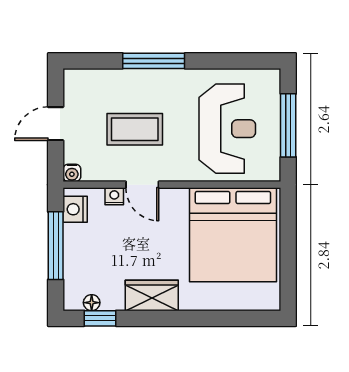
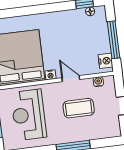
water cooler: (72, 173) -> (98, 82), moved
nightstand: (114, 196) -> (50, 75), moved
wardrobe: (152, 296) -> (58, 19), removed

